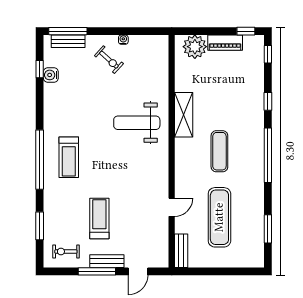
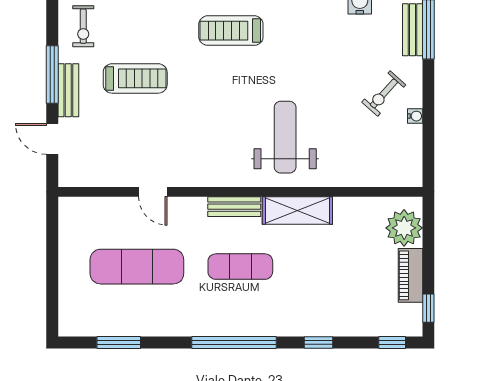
bench: (181, 251) -> (234, 207), moved
exercise bike: (66, 252) -> (83, 26), turned 180

